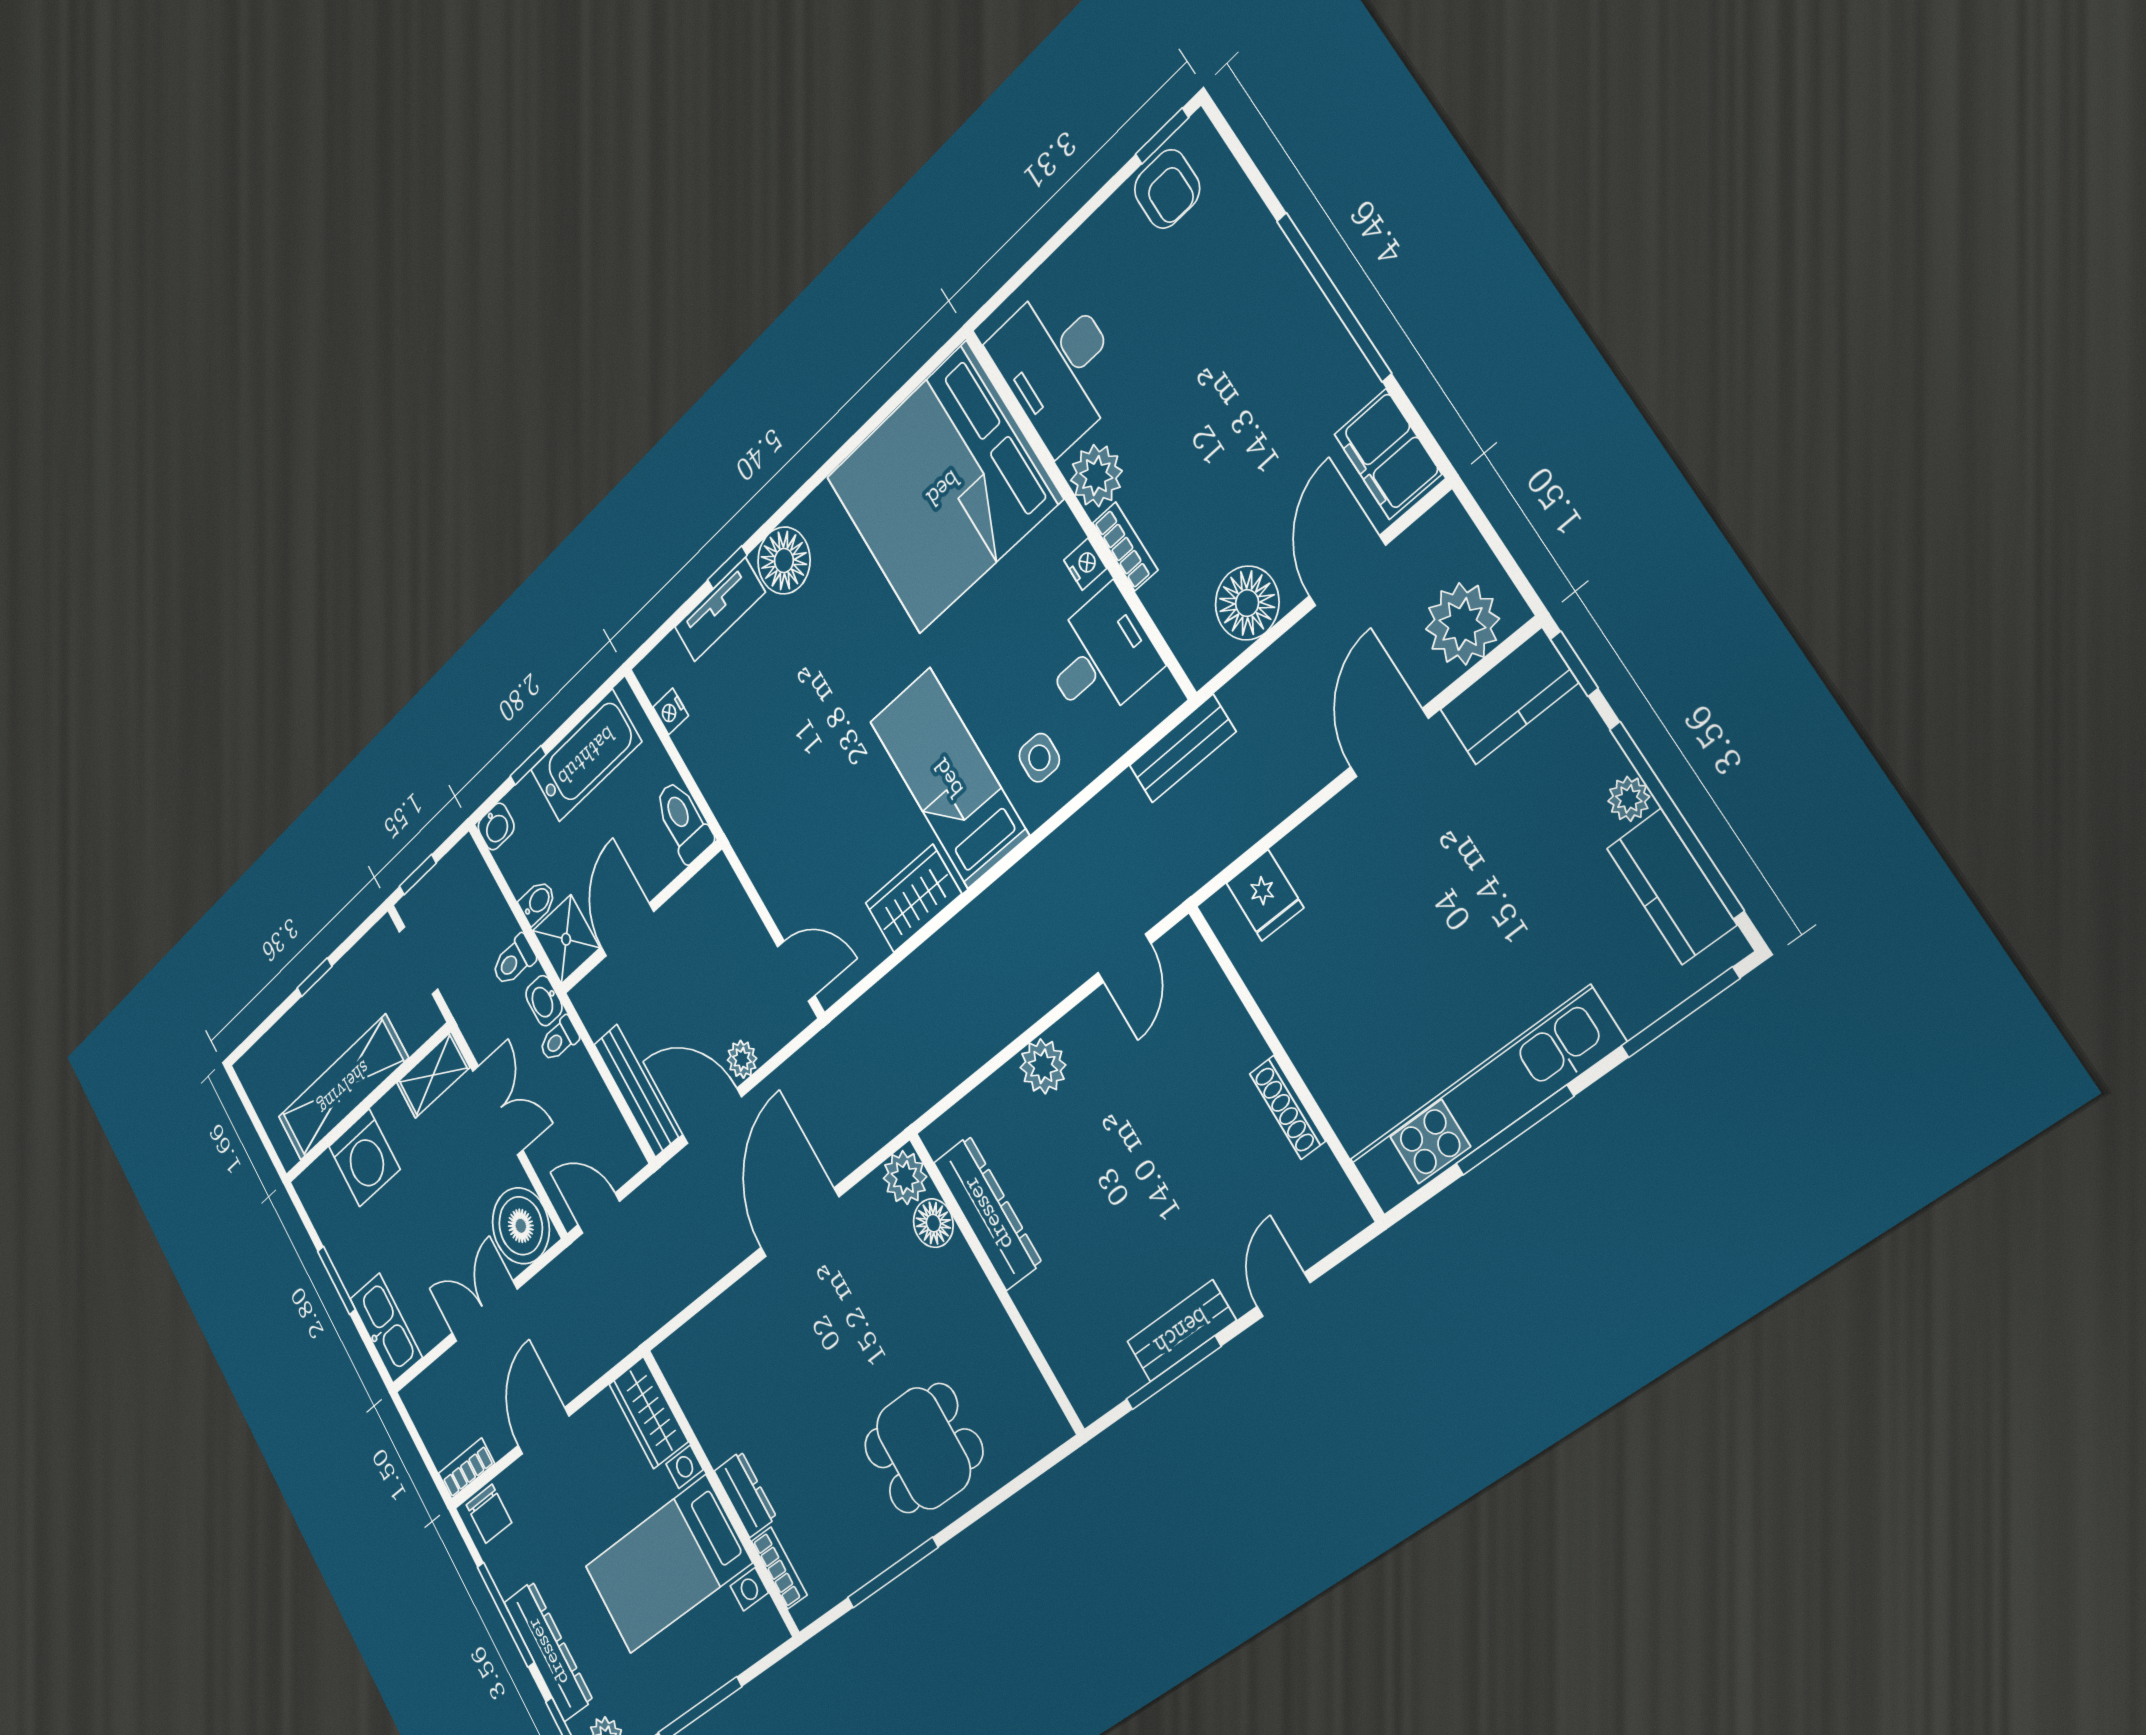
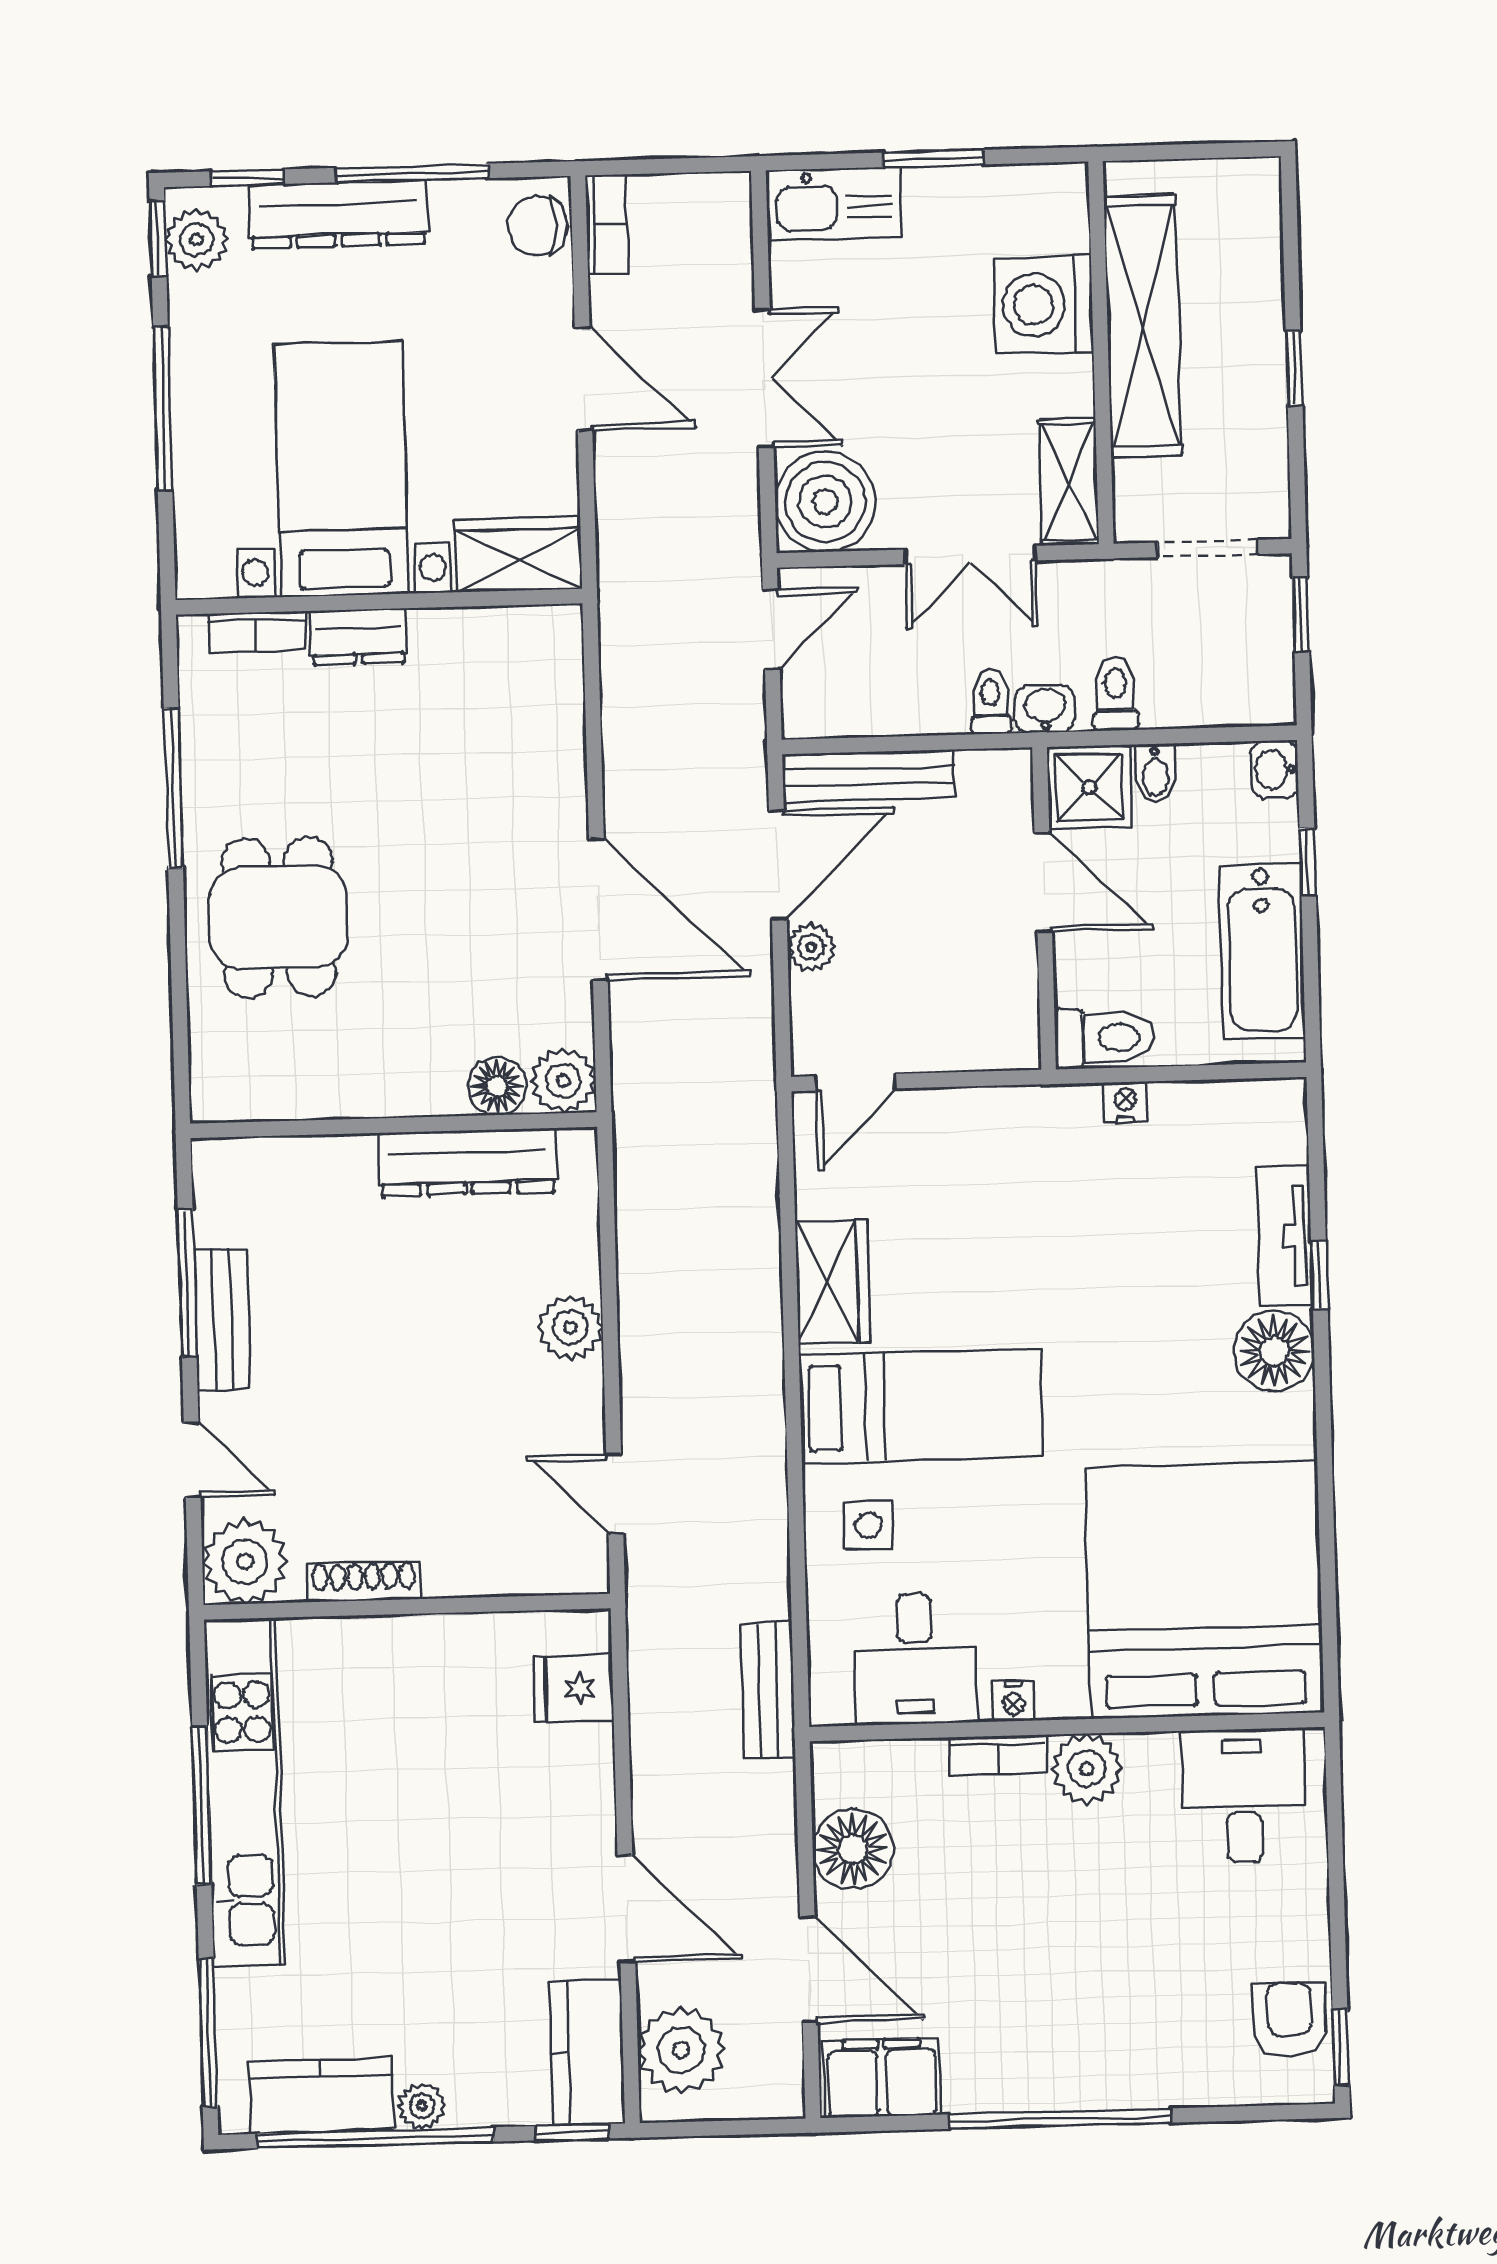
armchair: (1167, 189) -> (1289, 2020), turned 90
desk: (1057, 365) -> (1244, 1796), width x0.73
nightstand: (671, 711) -> (1126, 1102), moved
plant: (1327, 1209) -> (245, 1562), added

